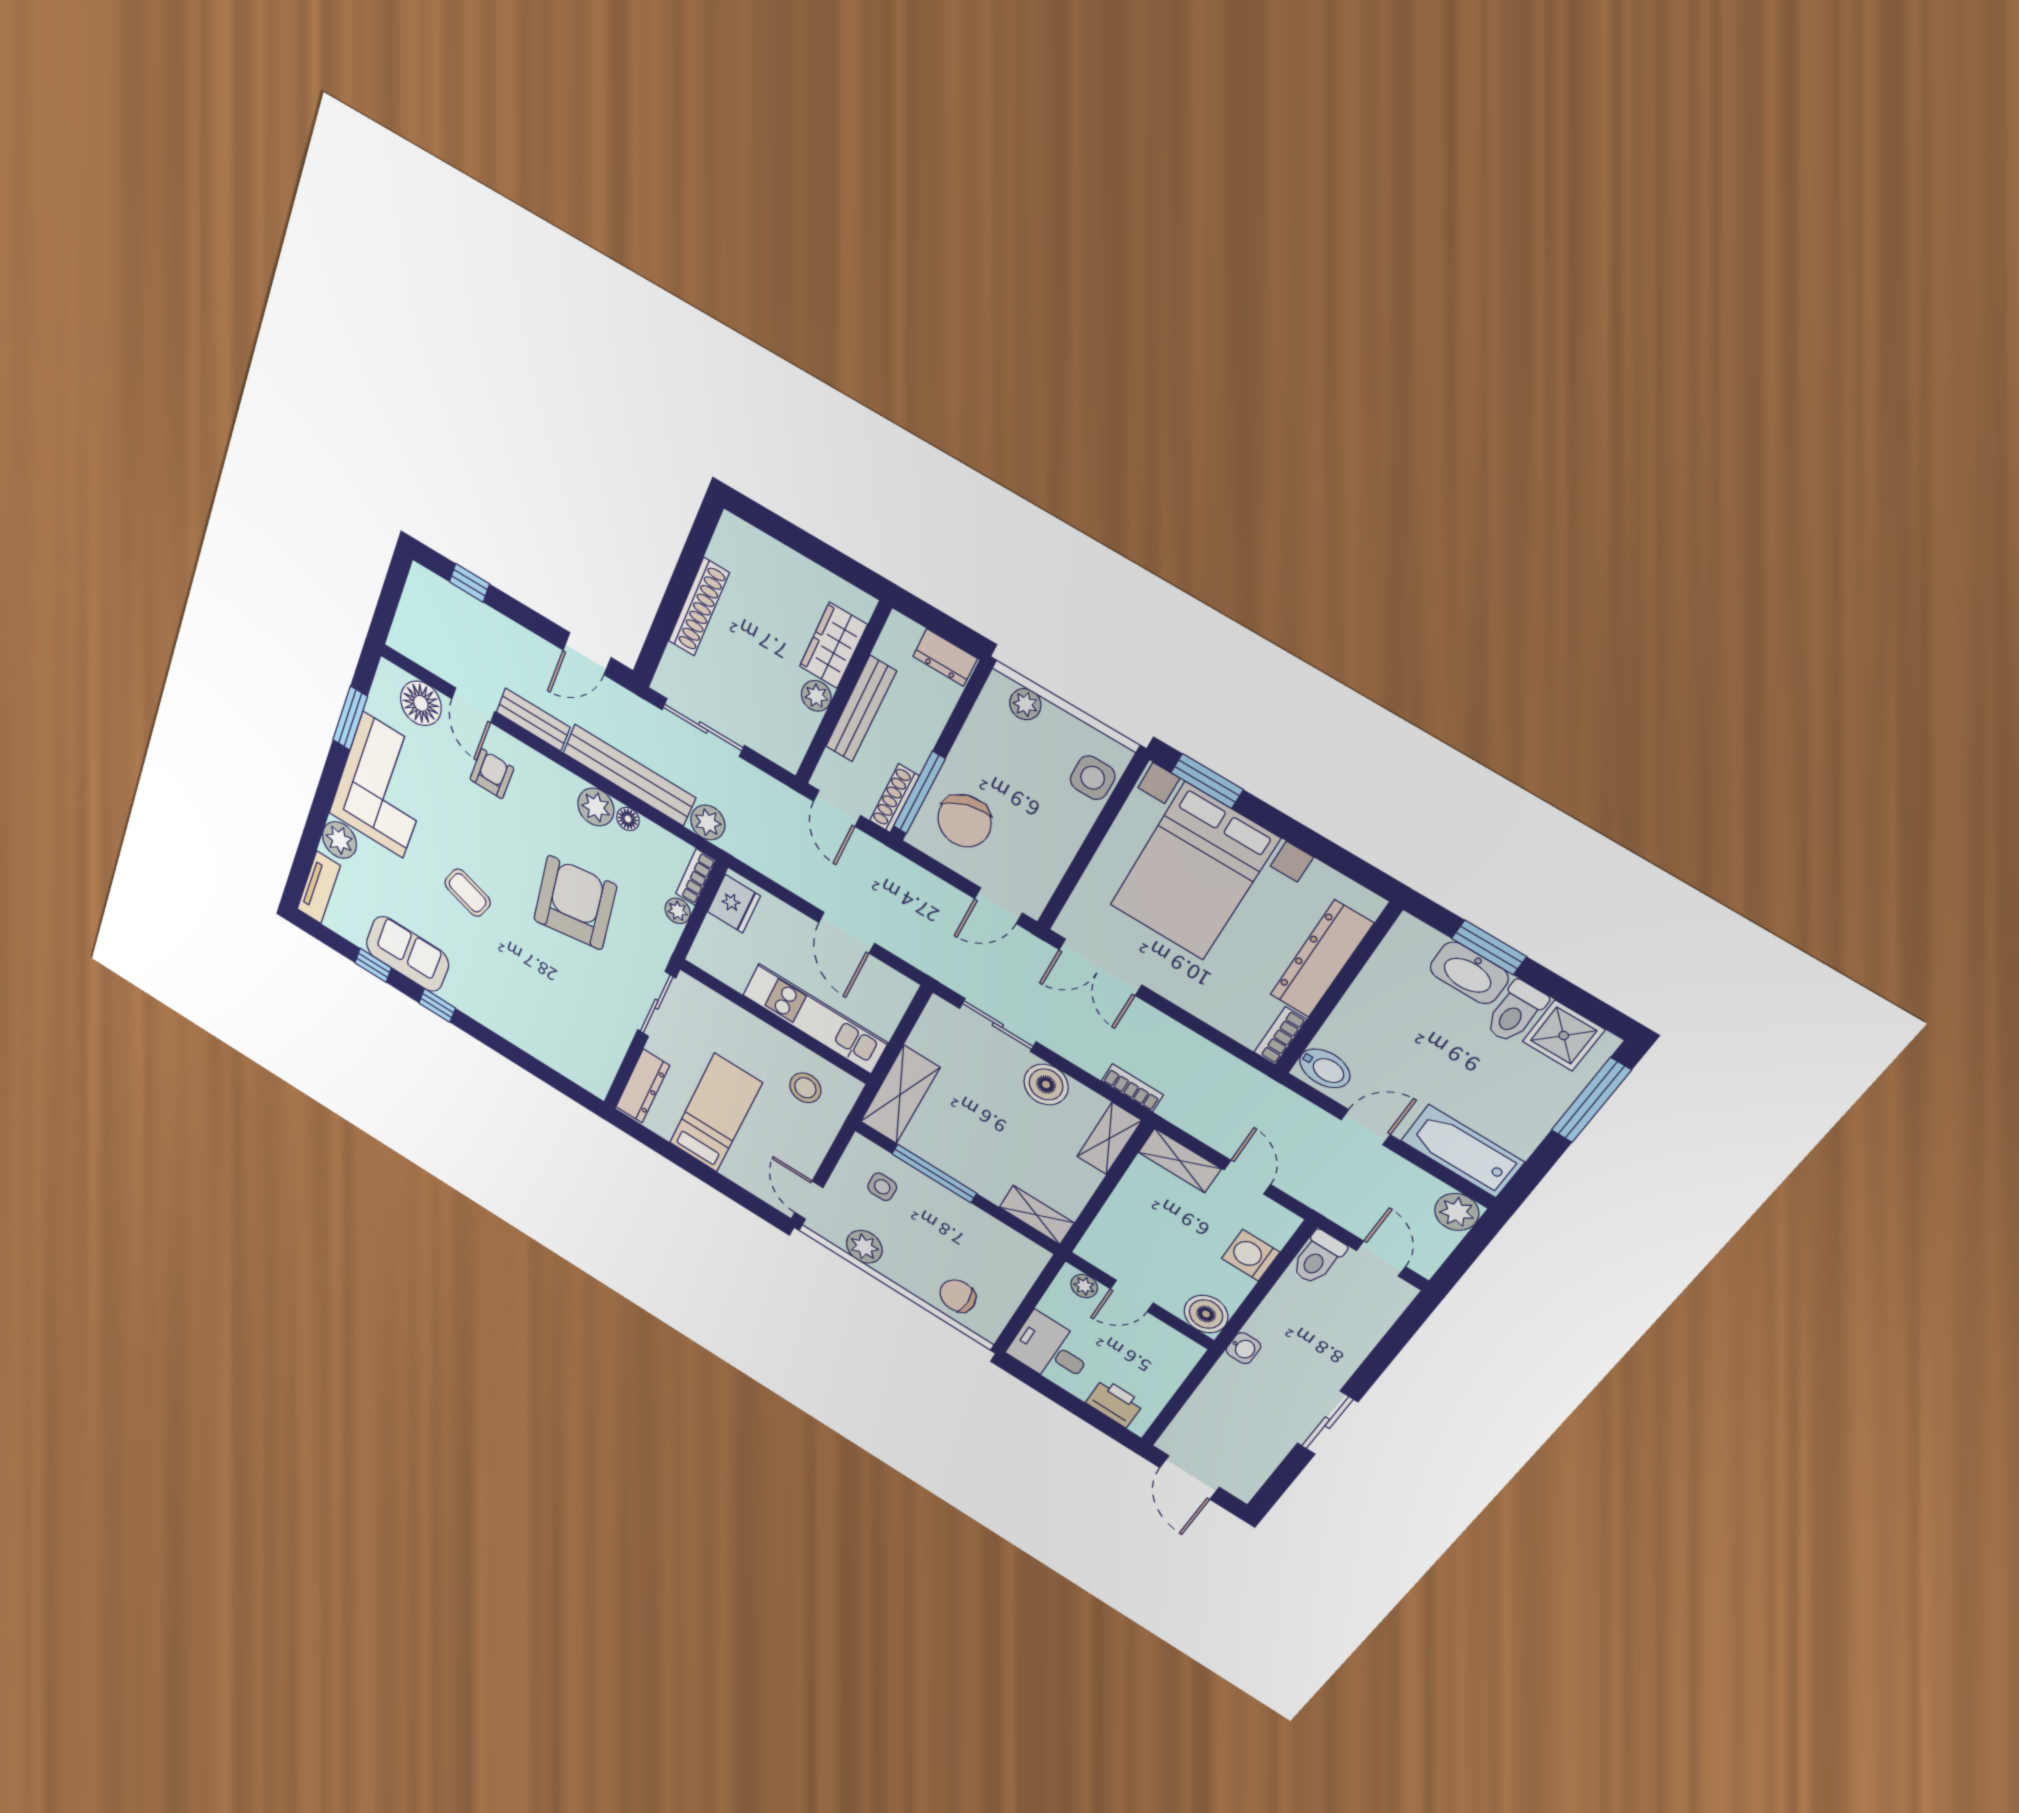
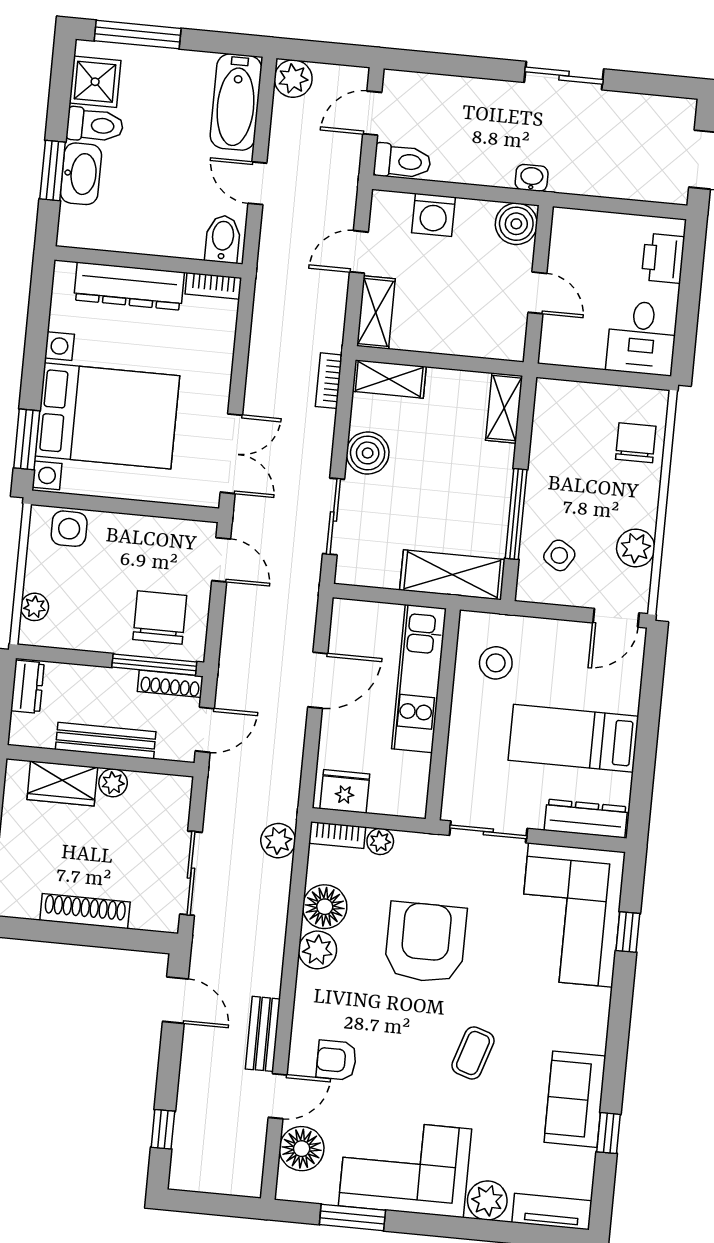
bench: (629, 775) -> (270, 928), removed
floor lamp: (628, 819) -> (325, 907), width x1.89, depth x1.89
chair: (964, 821) -> (160, 617), turned -72
armchair: (575, 903) -> (426, 942), turned 99
window: (437, 1006) -> (628, 932), moved
corner sofa: (564, 1031) -> (571, 915), added
side table: (882, 1187) -> (559, 555), turned 32
plant: (1084, 1286) -> (553, 337), removed
chair: (958, 1296) -> (636, 443), turned 180

